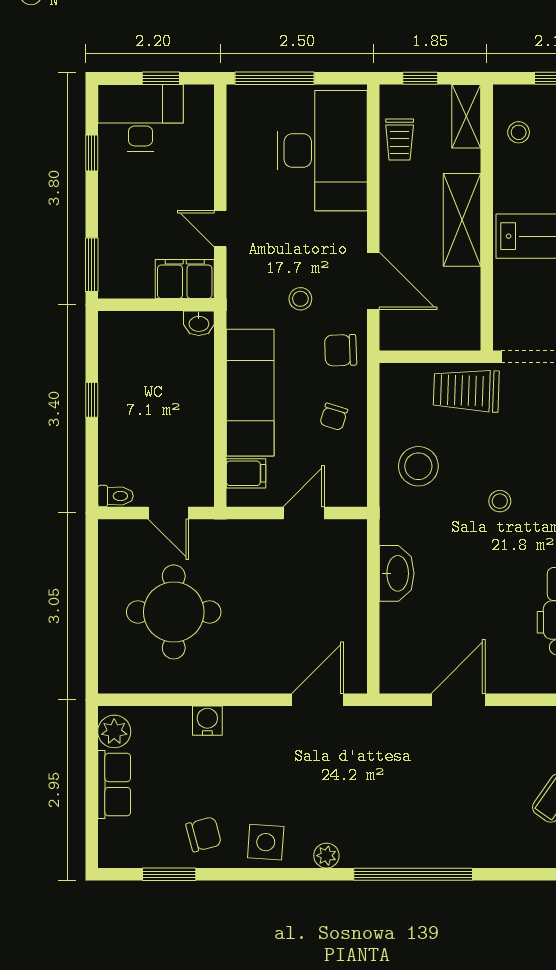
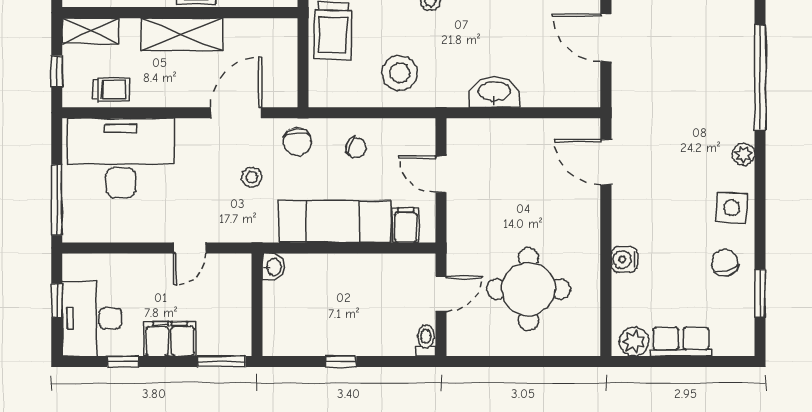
filing cabinet: (185, 279) -> (170, 339), moved, turned 90

